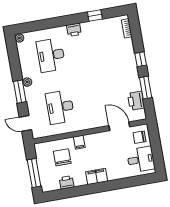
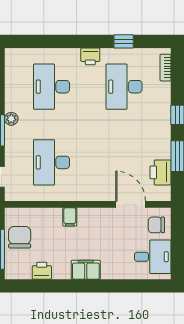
plant: (19, 38) -> (11, 54), removed
desk: (101, 46) -> (124, 87), added
chair: (62, 157) -> (20, 237), moved

